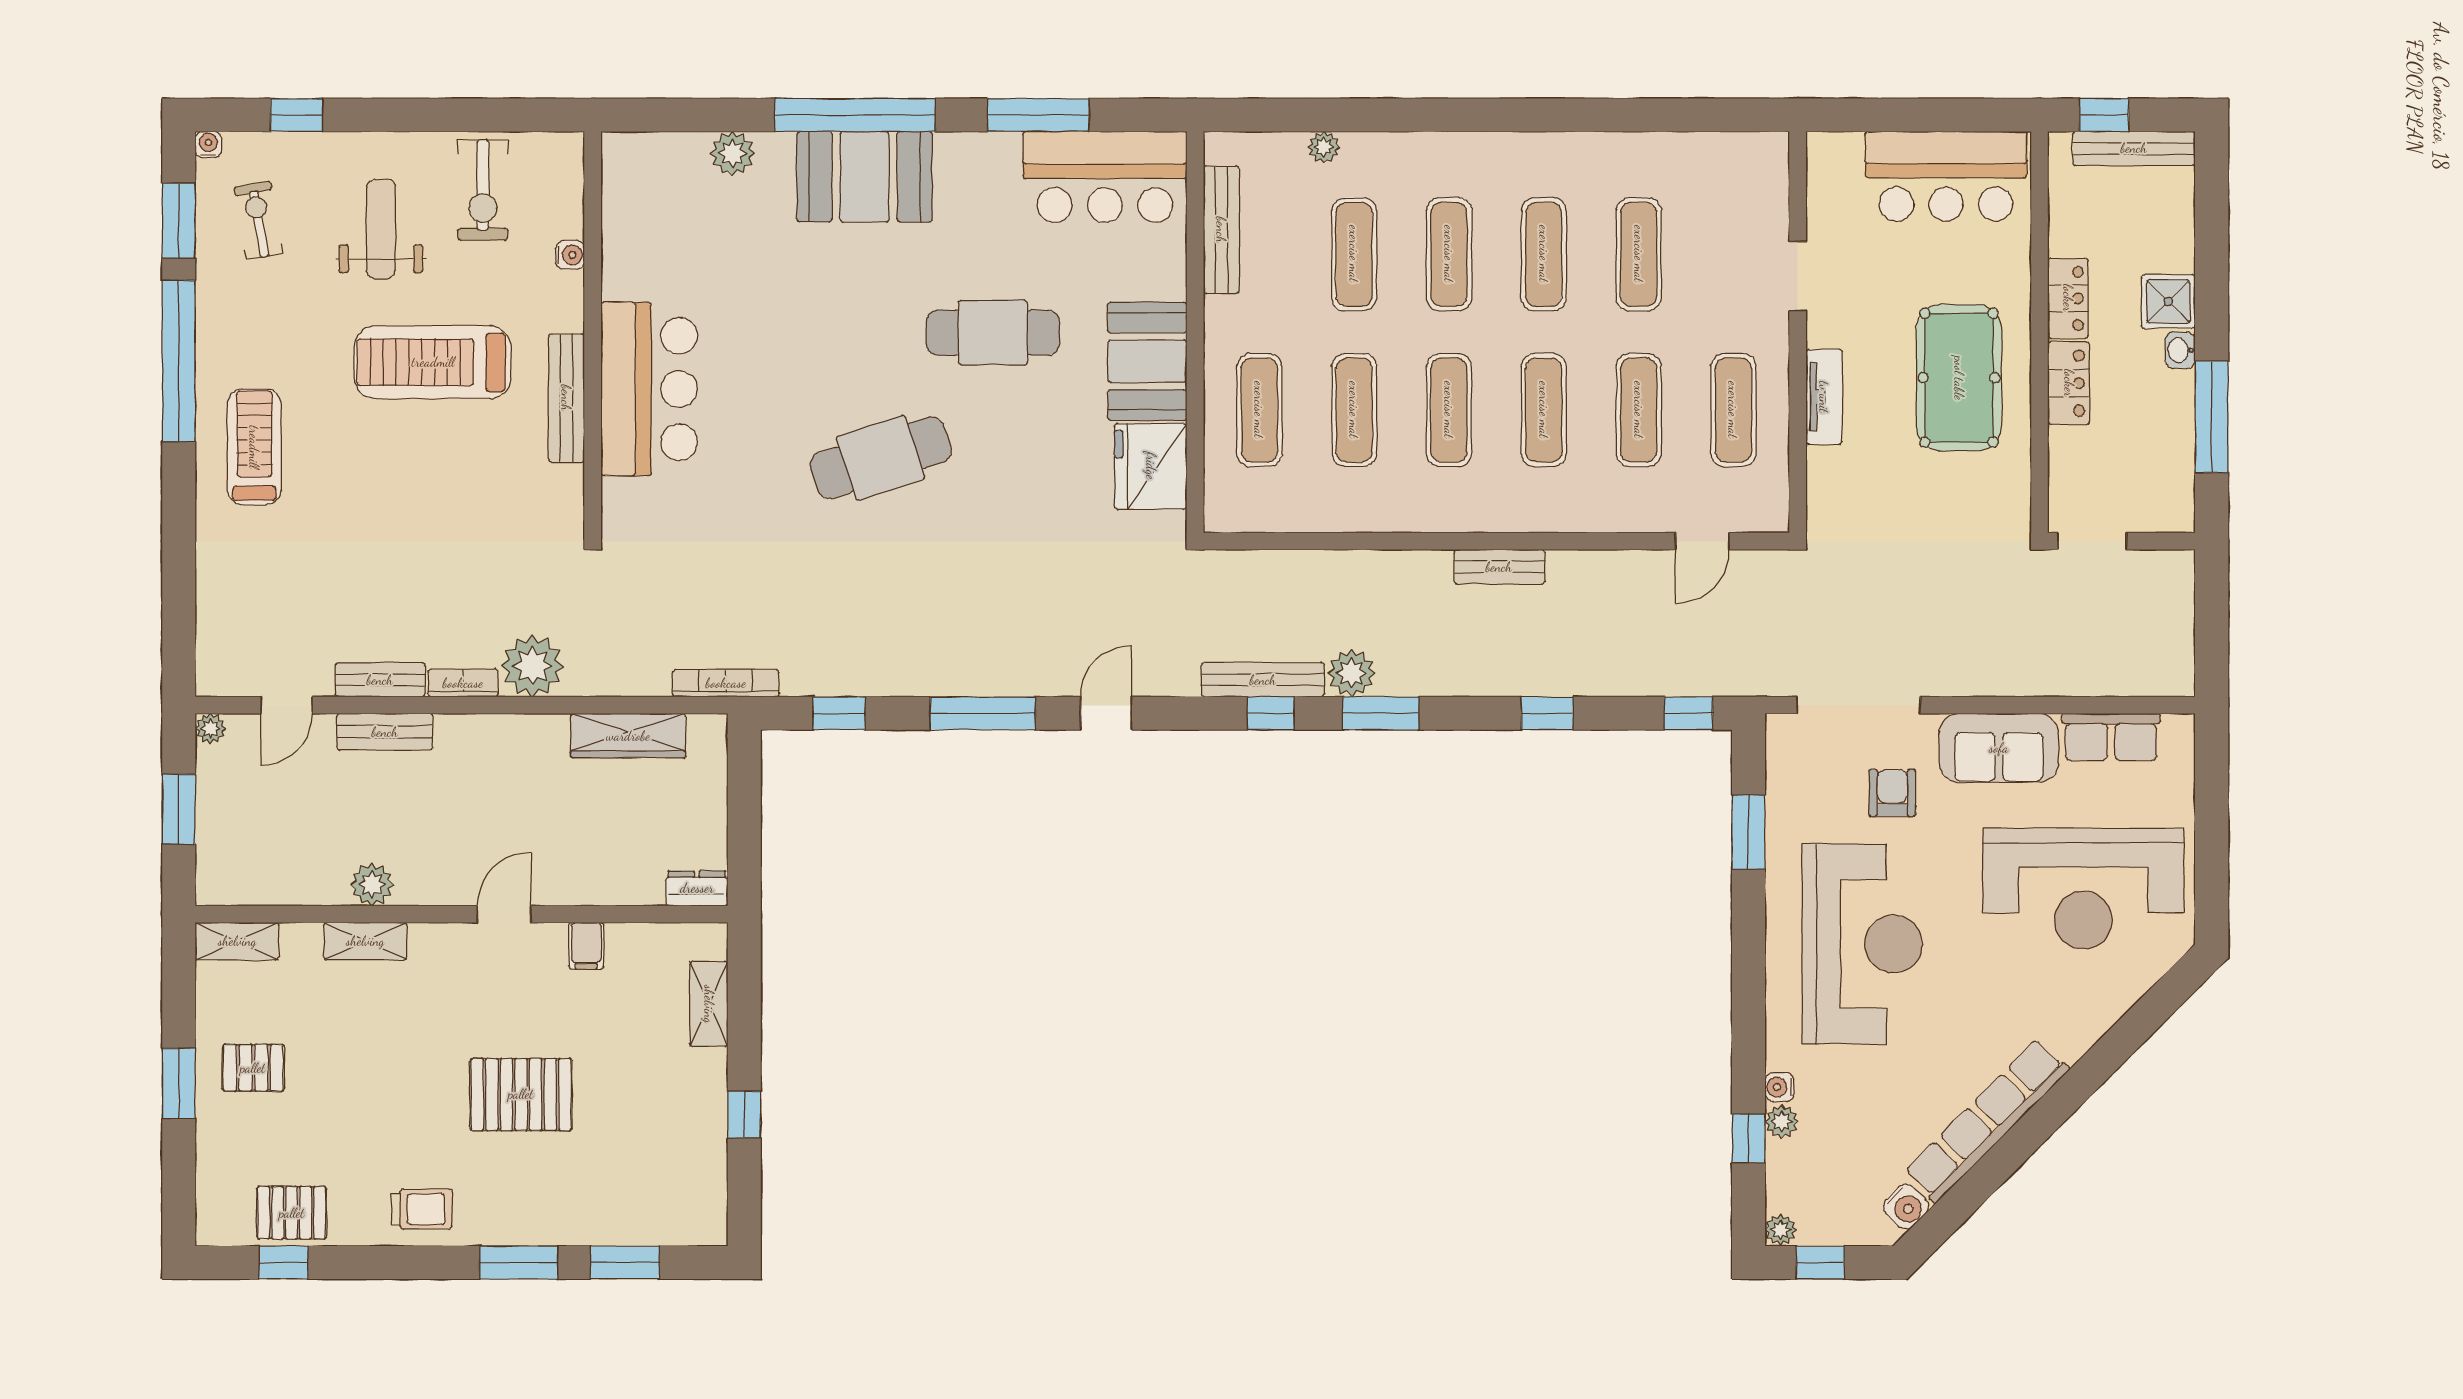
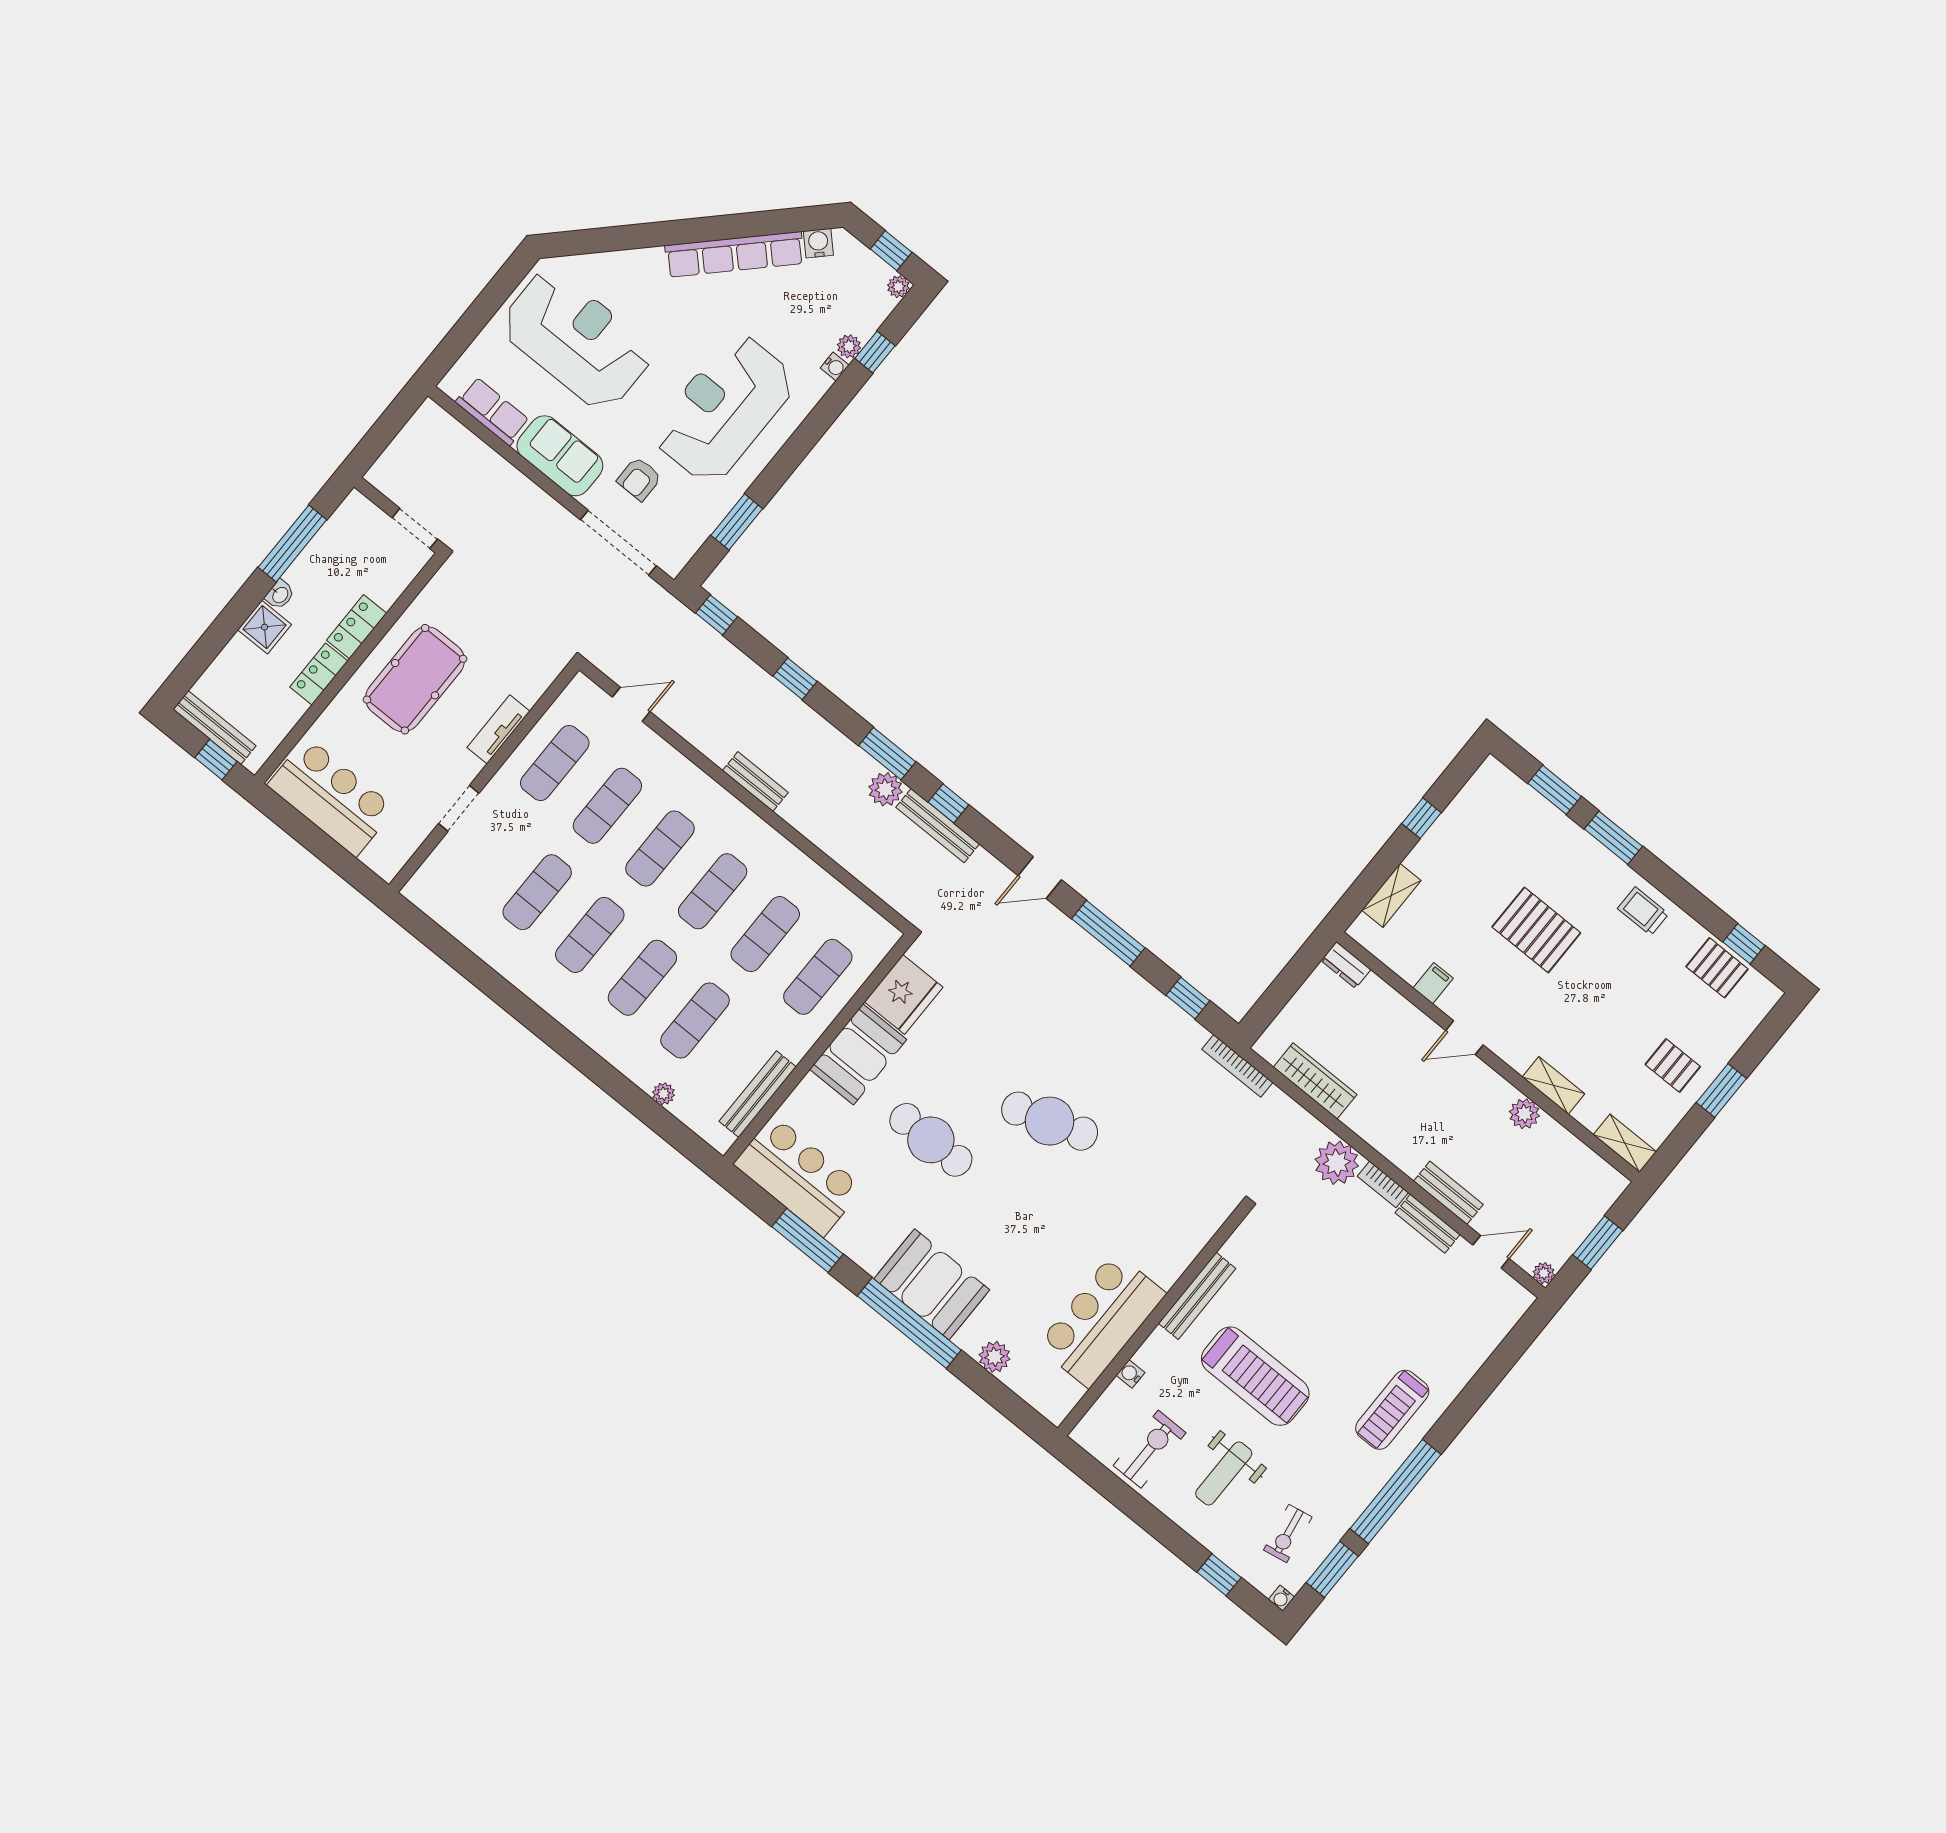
bar counter: (649, 389) -> (1101, 1320), moved

